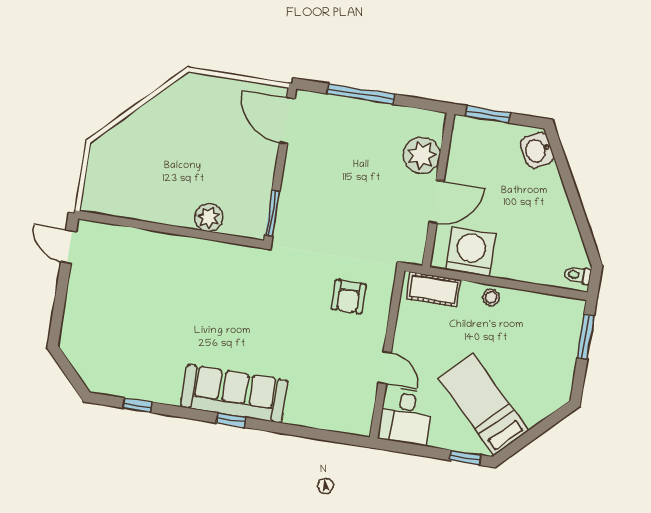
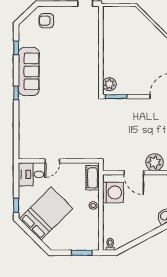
plant: (209, 218) -> (109, 84), moved
armchair: (349, 297) -> (46, 21), moved
sofa: (234, 394) -> (29, 71), moved
bed: (483, 404) -> (46, 214), width x1.50

